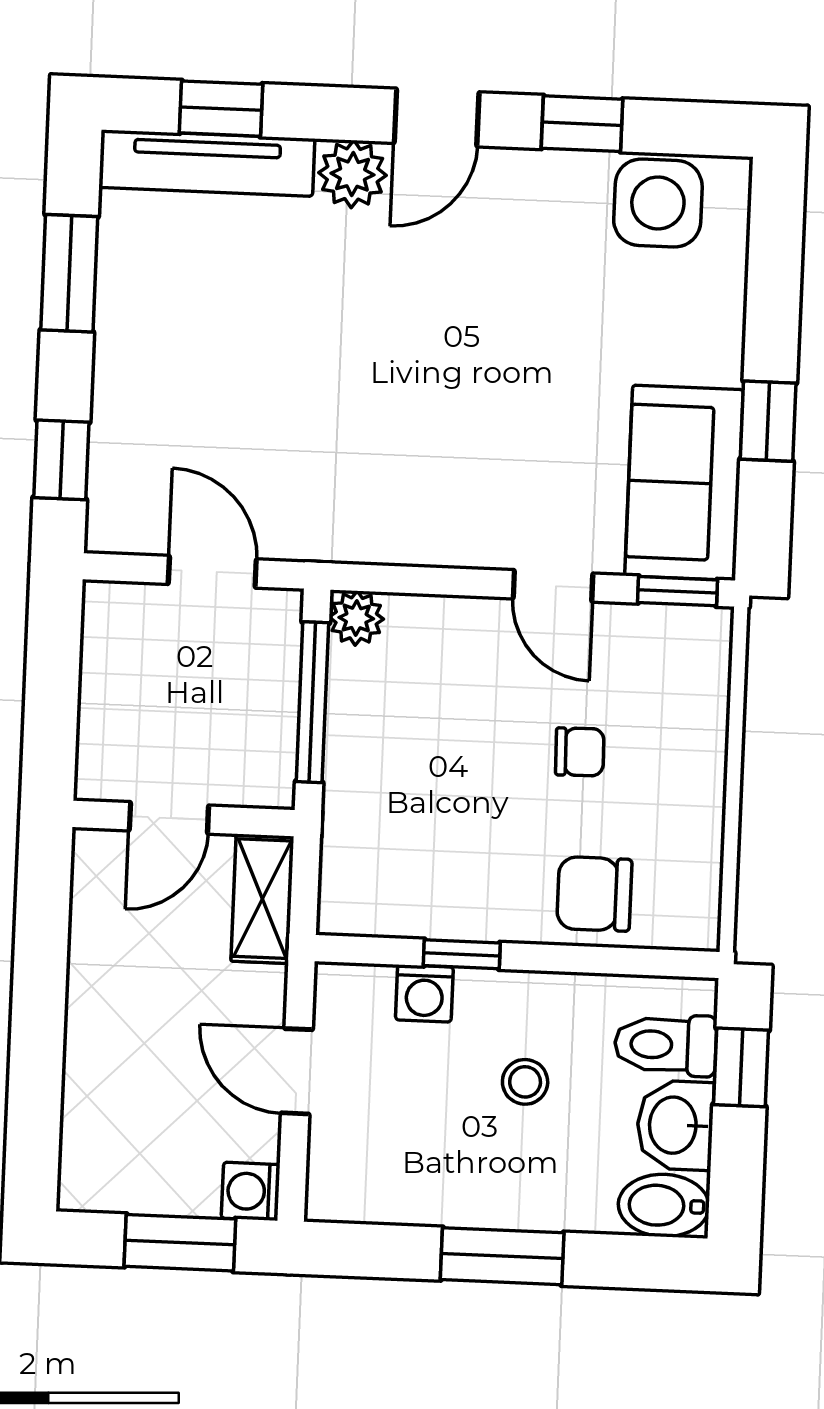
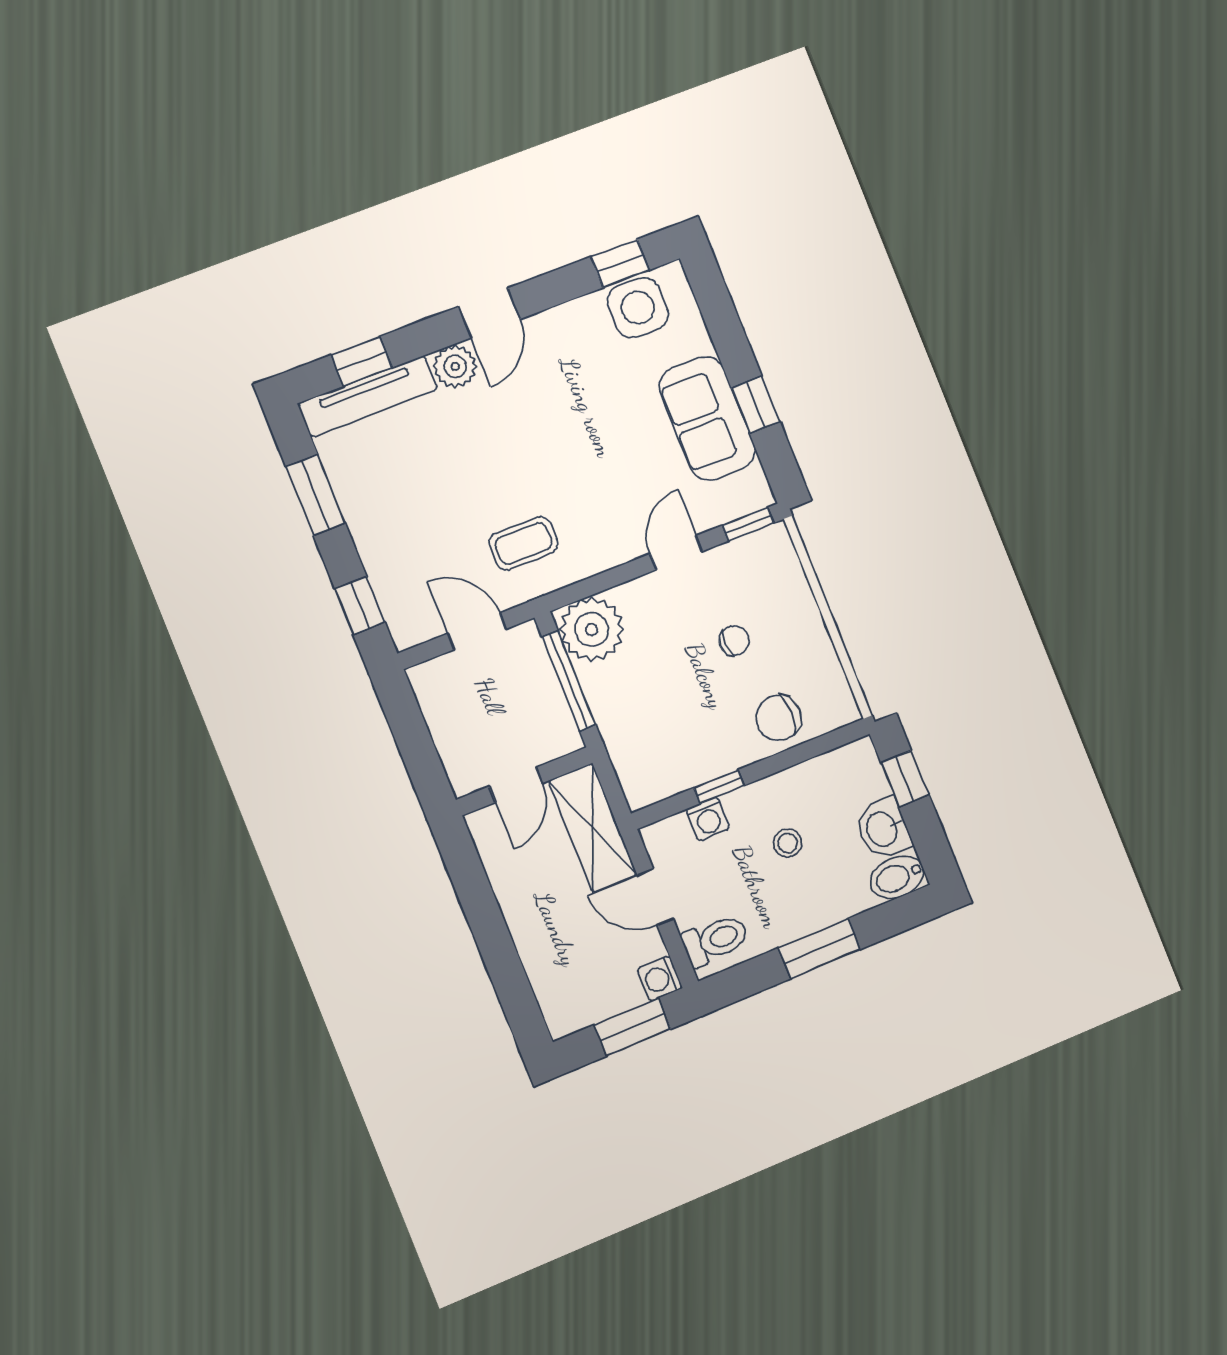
window: (582, 124) -> (620, 263), moved
coffee table: (336, 474) -> (523, 543), added
sofa: (684, 483) -> (707, 418), moved
door: (553, 586) -> (676, 553), swing flipped
plant: (356, 618) -> (592, 629), width x1.87, depth x1.87
shelving: (262, 899) -> (593, 828), width x1.50, depth x1.33
toilet: (665, 1045) -> (715, 940), moved, turned 180

